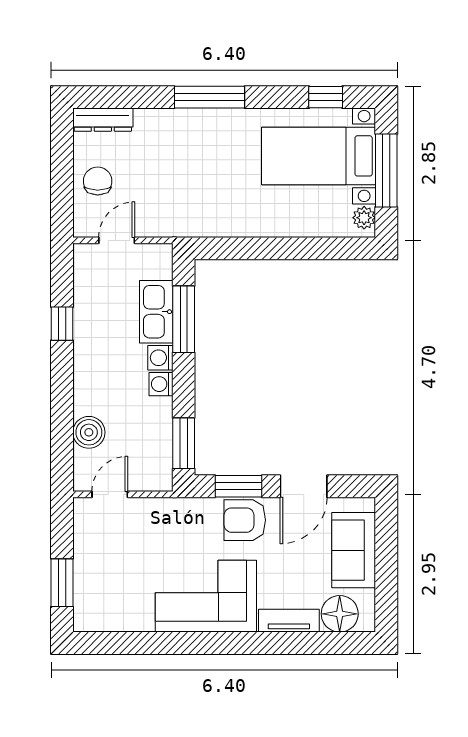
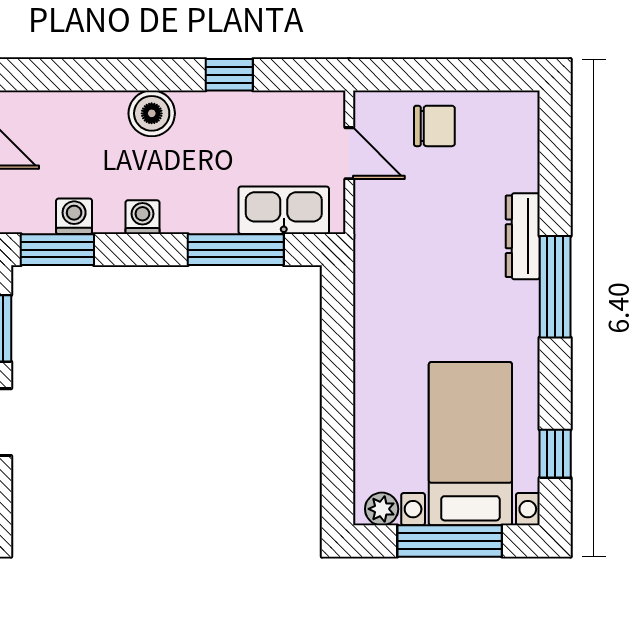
dresser: (103, 120) -> (523, 236), moved
kitchen sink: (156, 312) -> (284, 210), moved
washing machine: (160, 358) -> (74, 216), moved
boiler: (89, 432) -> (152, 113), moved

